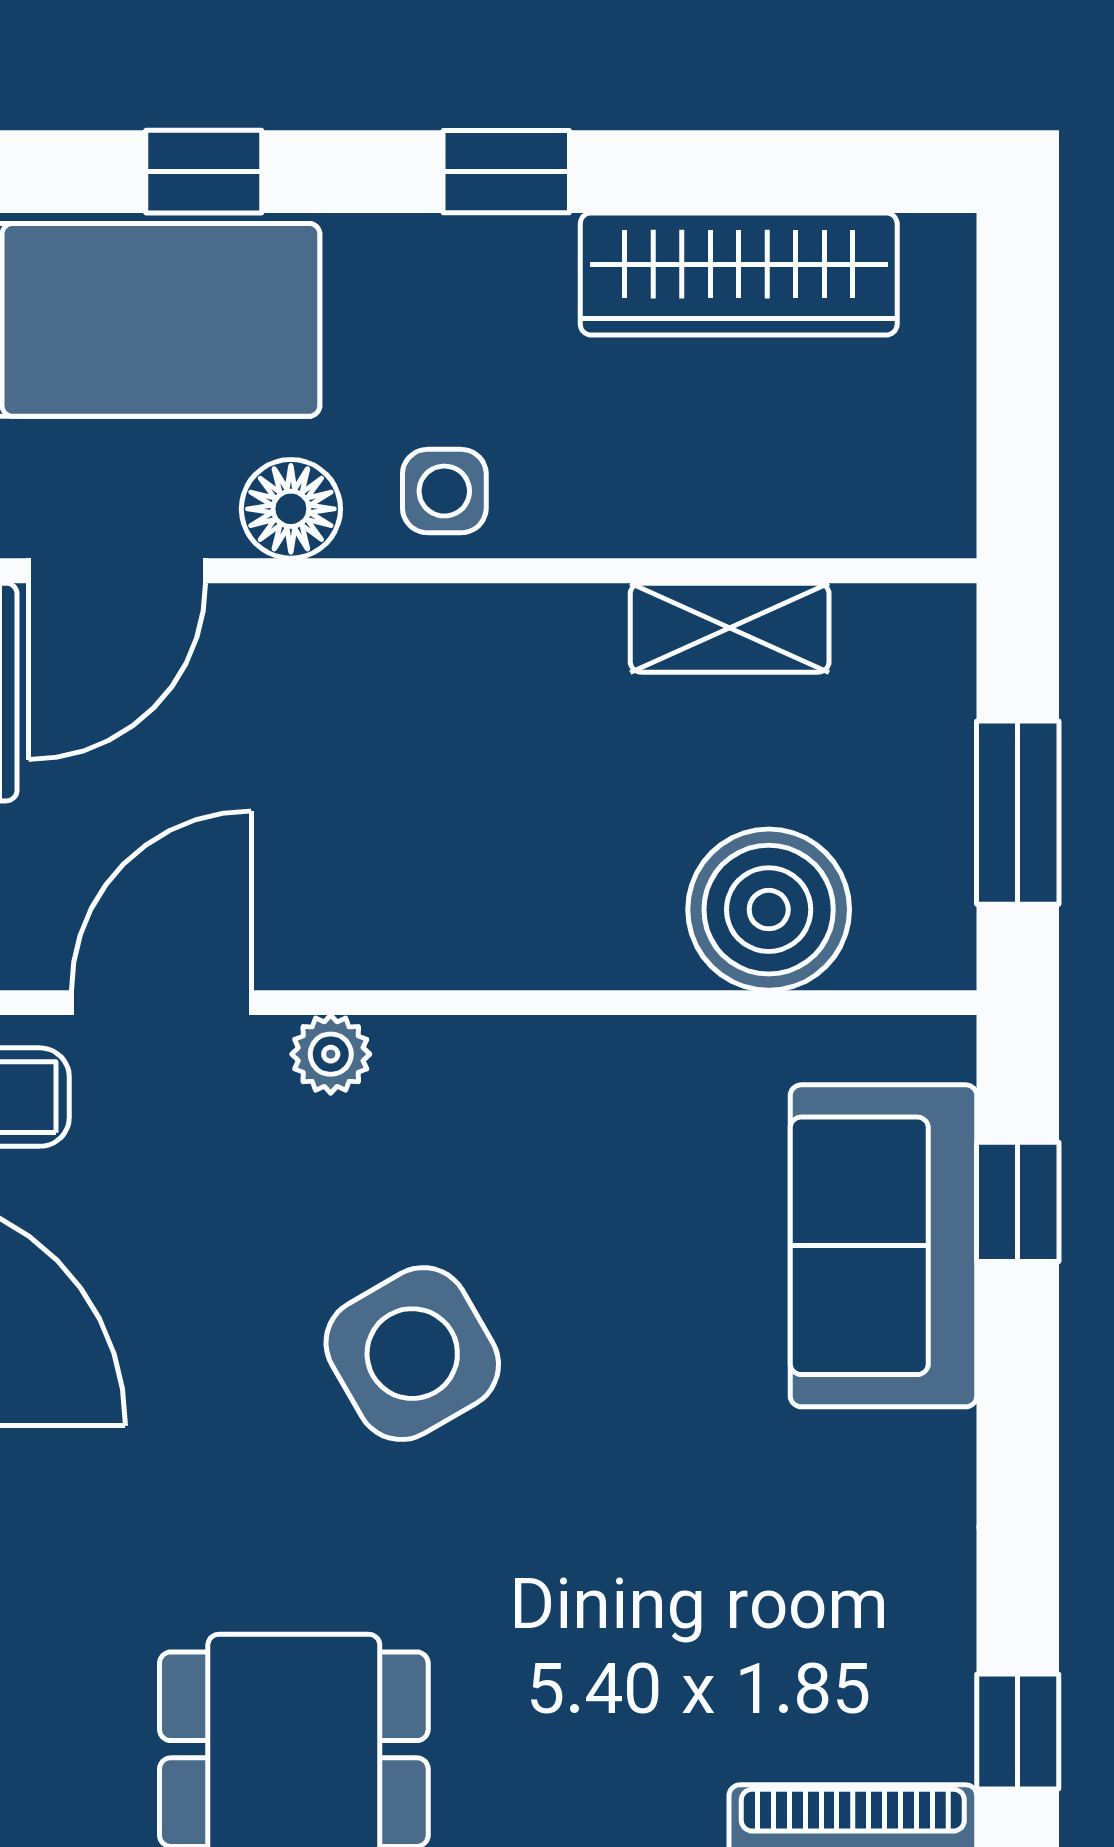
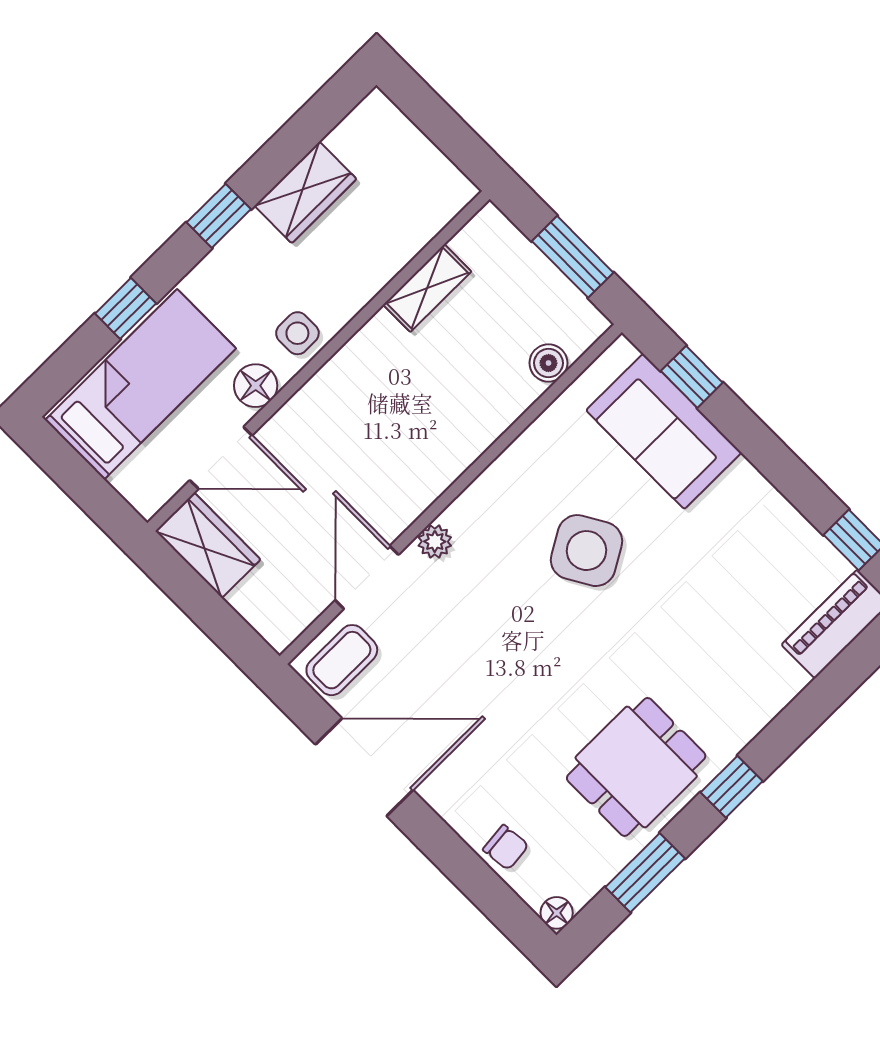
wardrobe: (739, 274) -> (306, 192), width x0.67
door: (117, 571) -> (221, 458), hinge flipped
boiler: (769, 910) -> (548, 363), width x0.54, depth x0.54
side table: (412, 1354) -> (586, 551), moved

